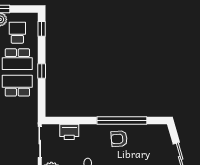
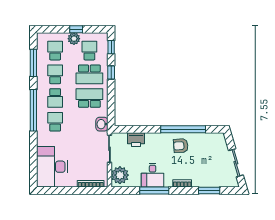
window: (42, 71) -> (111, 72), moved
washbasin: (31, 115) -> (102, 124), added

